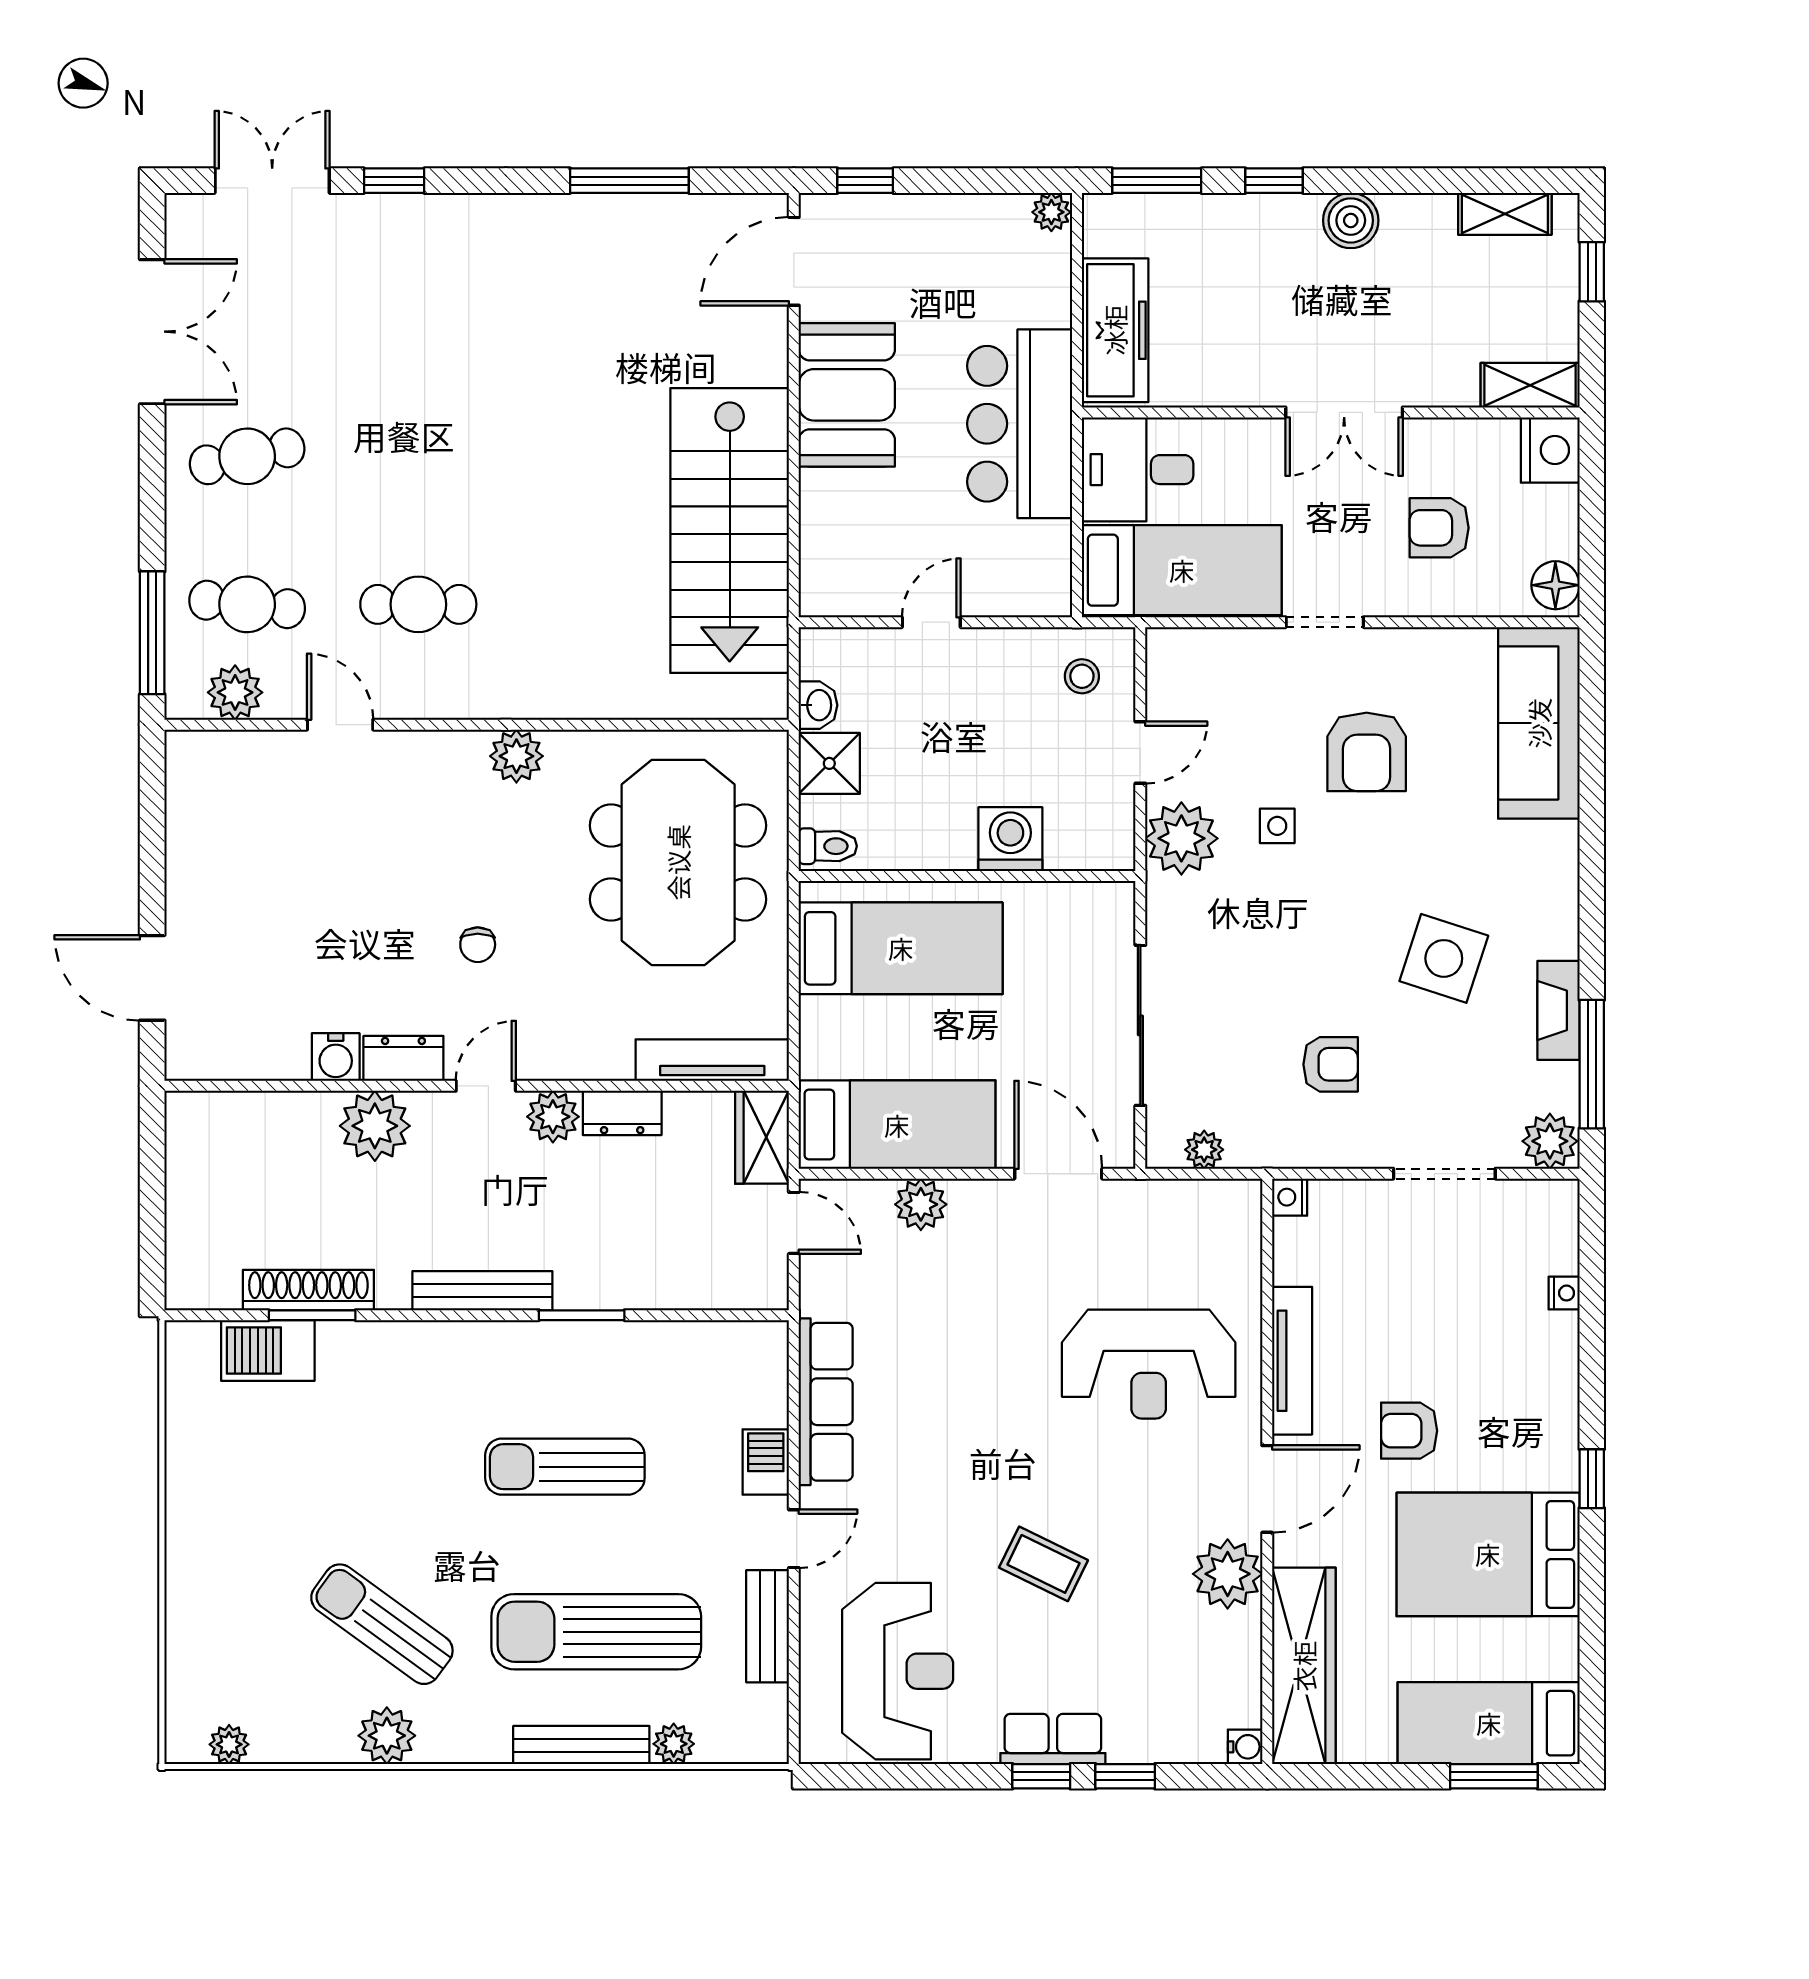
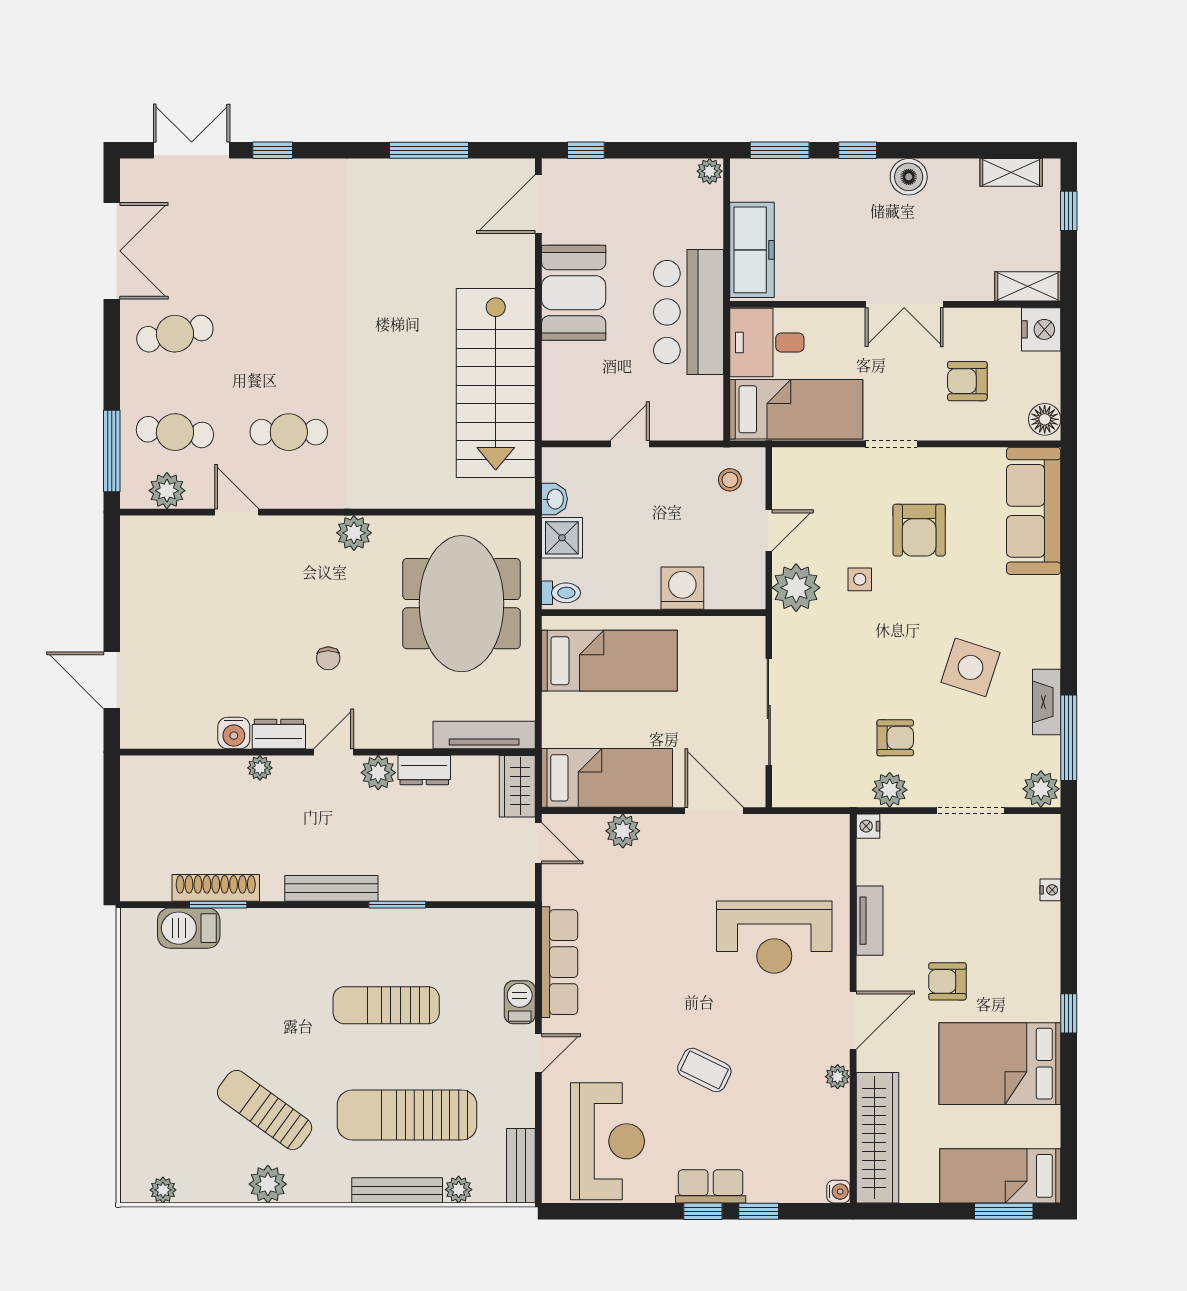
plant: (375, 1126) -> (260, 768), width x0.53, depth x0.53
plant: (1204, 1150) -> (890, 790), moved, width x1.38, depth x1.38
tv unit: (1292, 1361) -> (870, 921), width x0.71
plant: (1228, 1574) -> (838, 1077), width x0.53, depth x0.53
bench: (768, 1626) -> (521, 1166), moved

